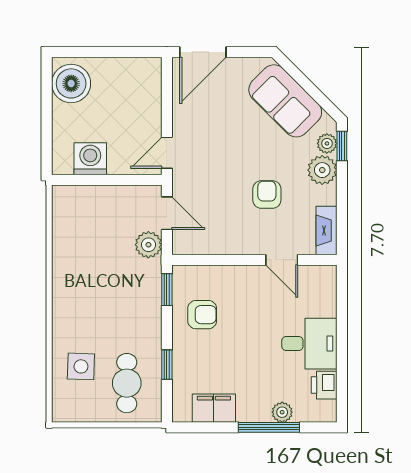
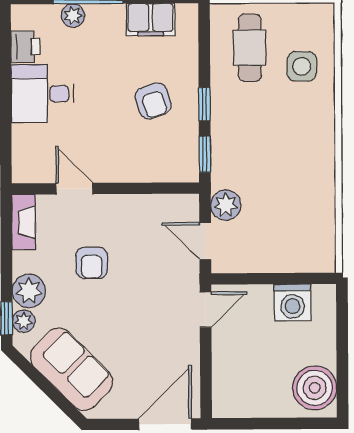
armchair: (202, 315) -> (153, 101), moved, turned -108
window: (167, 365) -> (205, 104), moved

